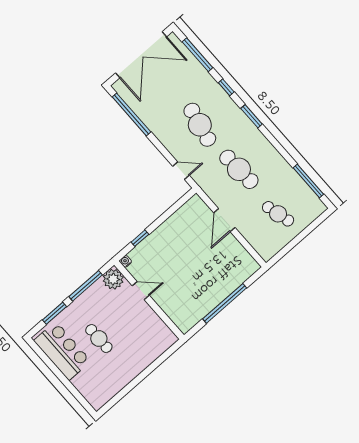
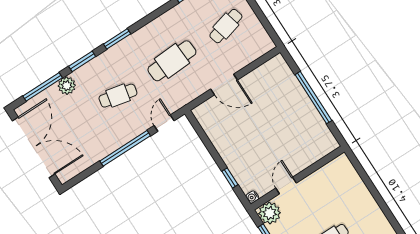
plant: (202, 77) -> (67, 86), added
window: (226, 87) -> (82, 61), width x1.50
window: (132, 114) -> (125, 148), moved
cafe table: (200, 125) -> (118, 96), width x0.73, depth x0.74

